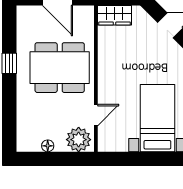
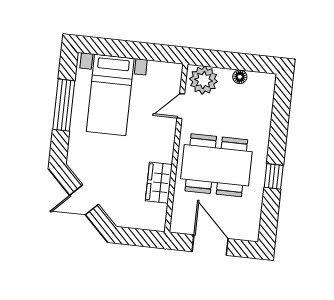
wardrobe: (115, 15) -> (159, 183), moved, turned -90

